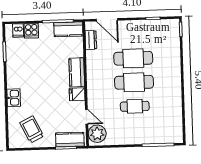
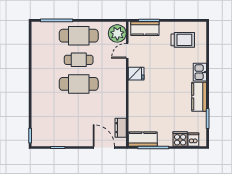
cafe table: (133, 58) -> (79, 36), moved
kitchen counter: (77, 72) -> (199, 97), moved, turned 180
door: (87, 117) -> (127, 51), hinge flipped
trolley: (32, 129) -> (183, 40), turned -64

